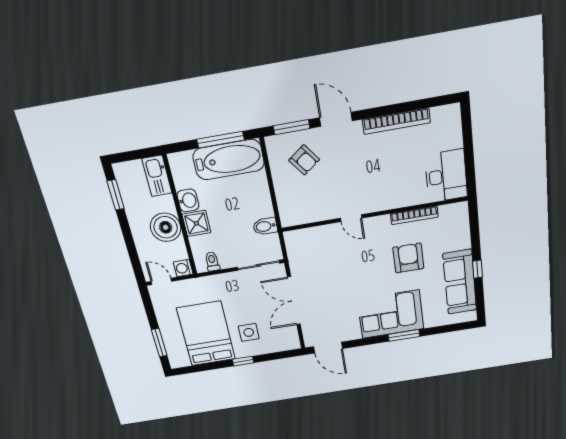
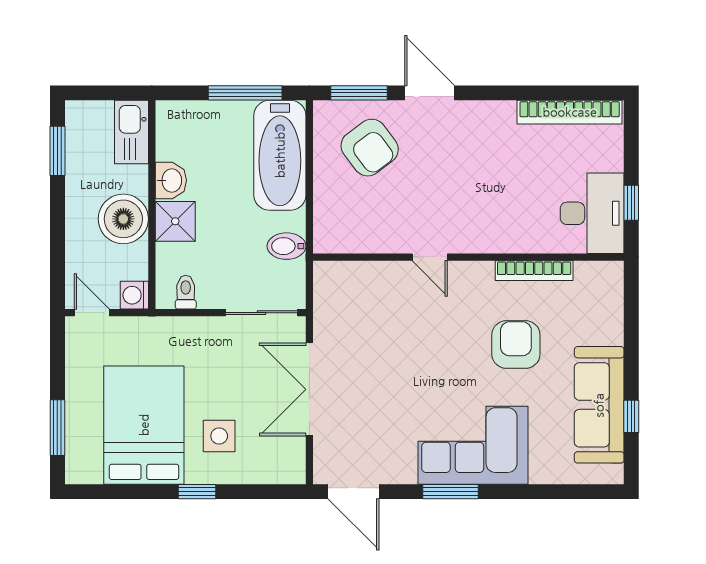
bookcase: (396, 121) -> (570, 112), moved
bathtub: (229, 160) -> (280, 155), moved, turned 90
armchair: (304, 160) -> (370, 148), width x1.38, depth x1.38
window: (470, 166) -> (631, 203), added
window: (478, 269) -> (631, 416), moved
window: (404, 335) -> (450, 492), moved

